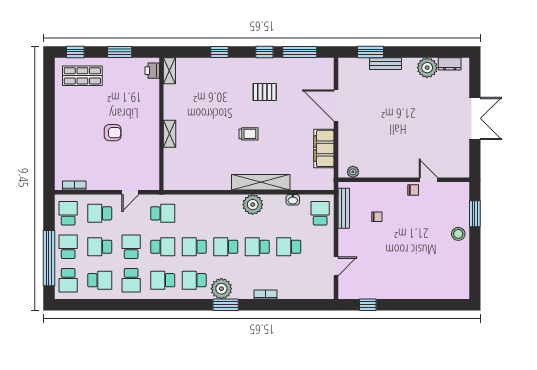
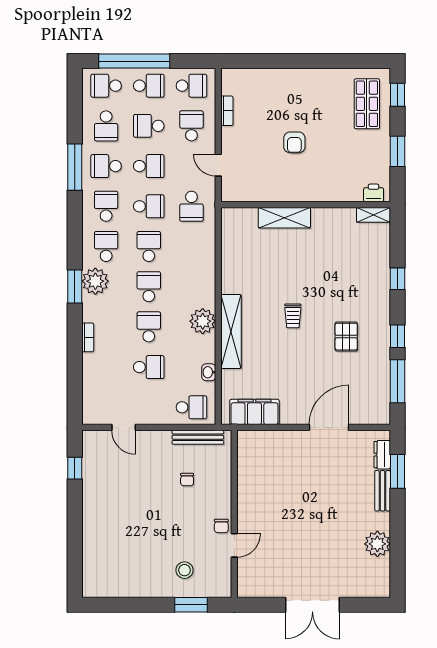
dresser: (450, 64) -> (382, 455), moved
shelving: (170, 134) -> (284, 218), width x1.50, depth x1.33
filing cabinet: (324, 148) -> (254, 412), moved
plant: (353, 172) -> (244, 449), removed
bookcase: (74, 186) -> (227, 111), moved
stool: (458, 234) -> (184, 570), moved
school desk: (100, 247) -> (149, 126), turned -90
school desk: (163, 247) -> (149, 206), turned -90
school desk: (289, 247) -> (149, 367), turned 90
window: (132, 305) -> (75, 167), added

